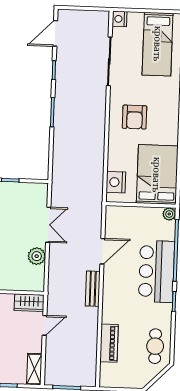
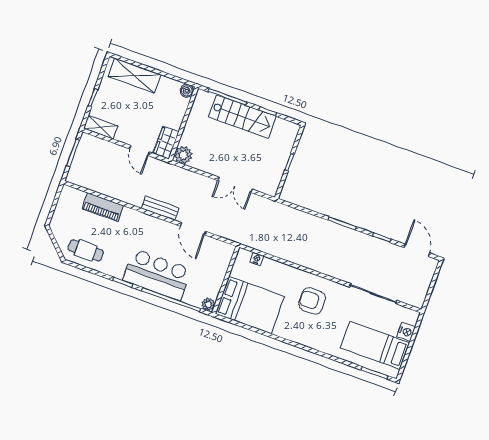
nightstand: (120, 19) -> (406, 332), moved, turned 90
nightstand: (116, 182) -> (257, 259), width x0.53, depth x0.56
plant: (37, 256) -> (183, 155), moved

